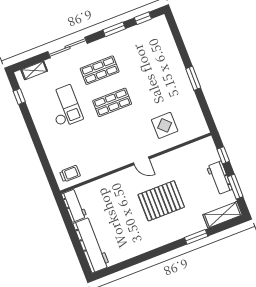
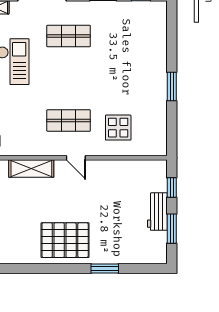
shop shelf: (112, 102) -> (69, 120), moved
pallet: (161, 201) -> (65, 240), moved
shelving: (222, 215) -> (31, 169), moved

